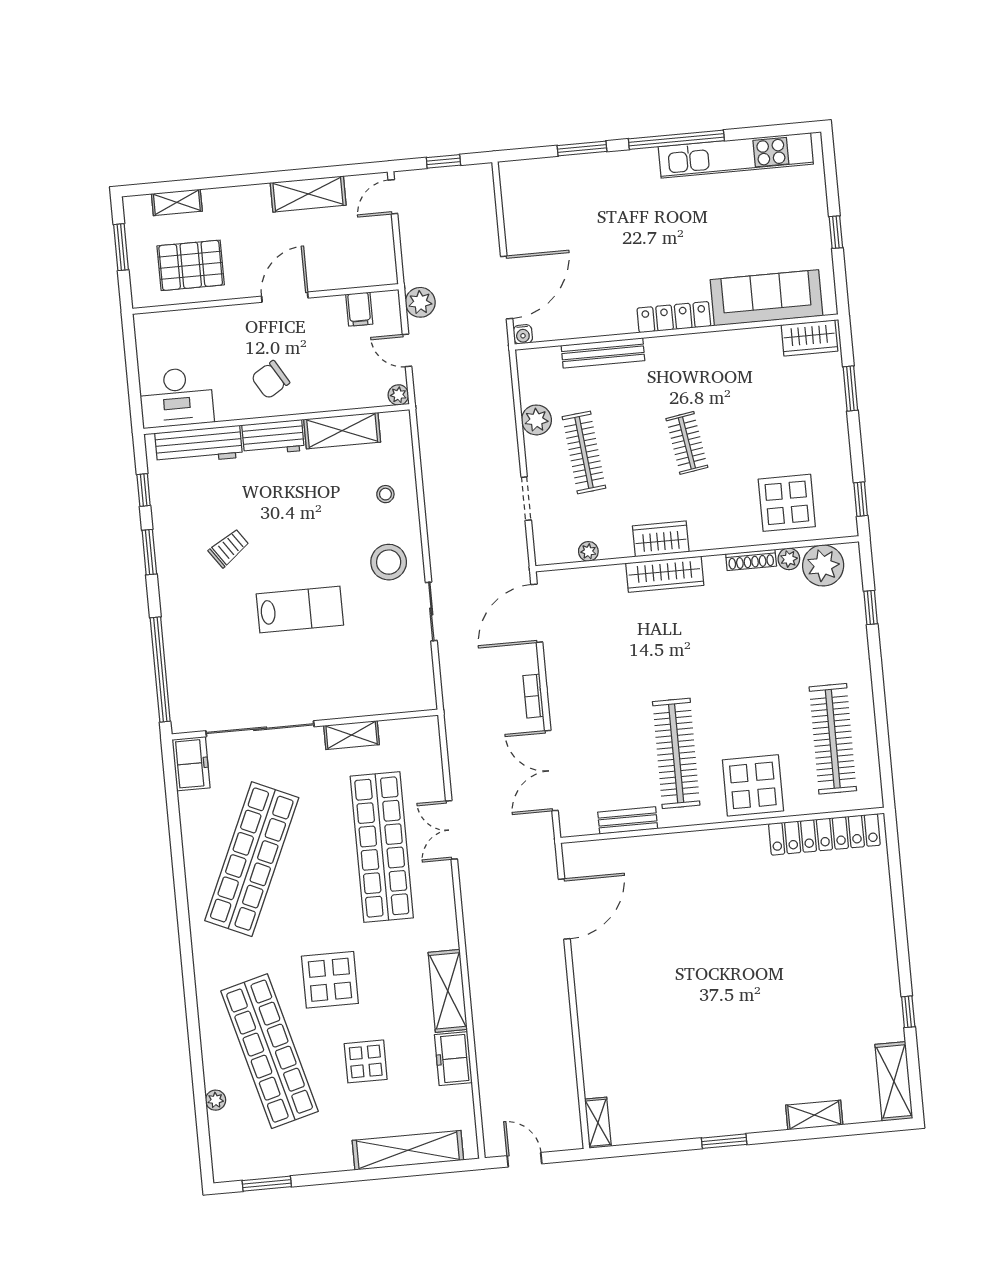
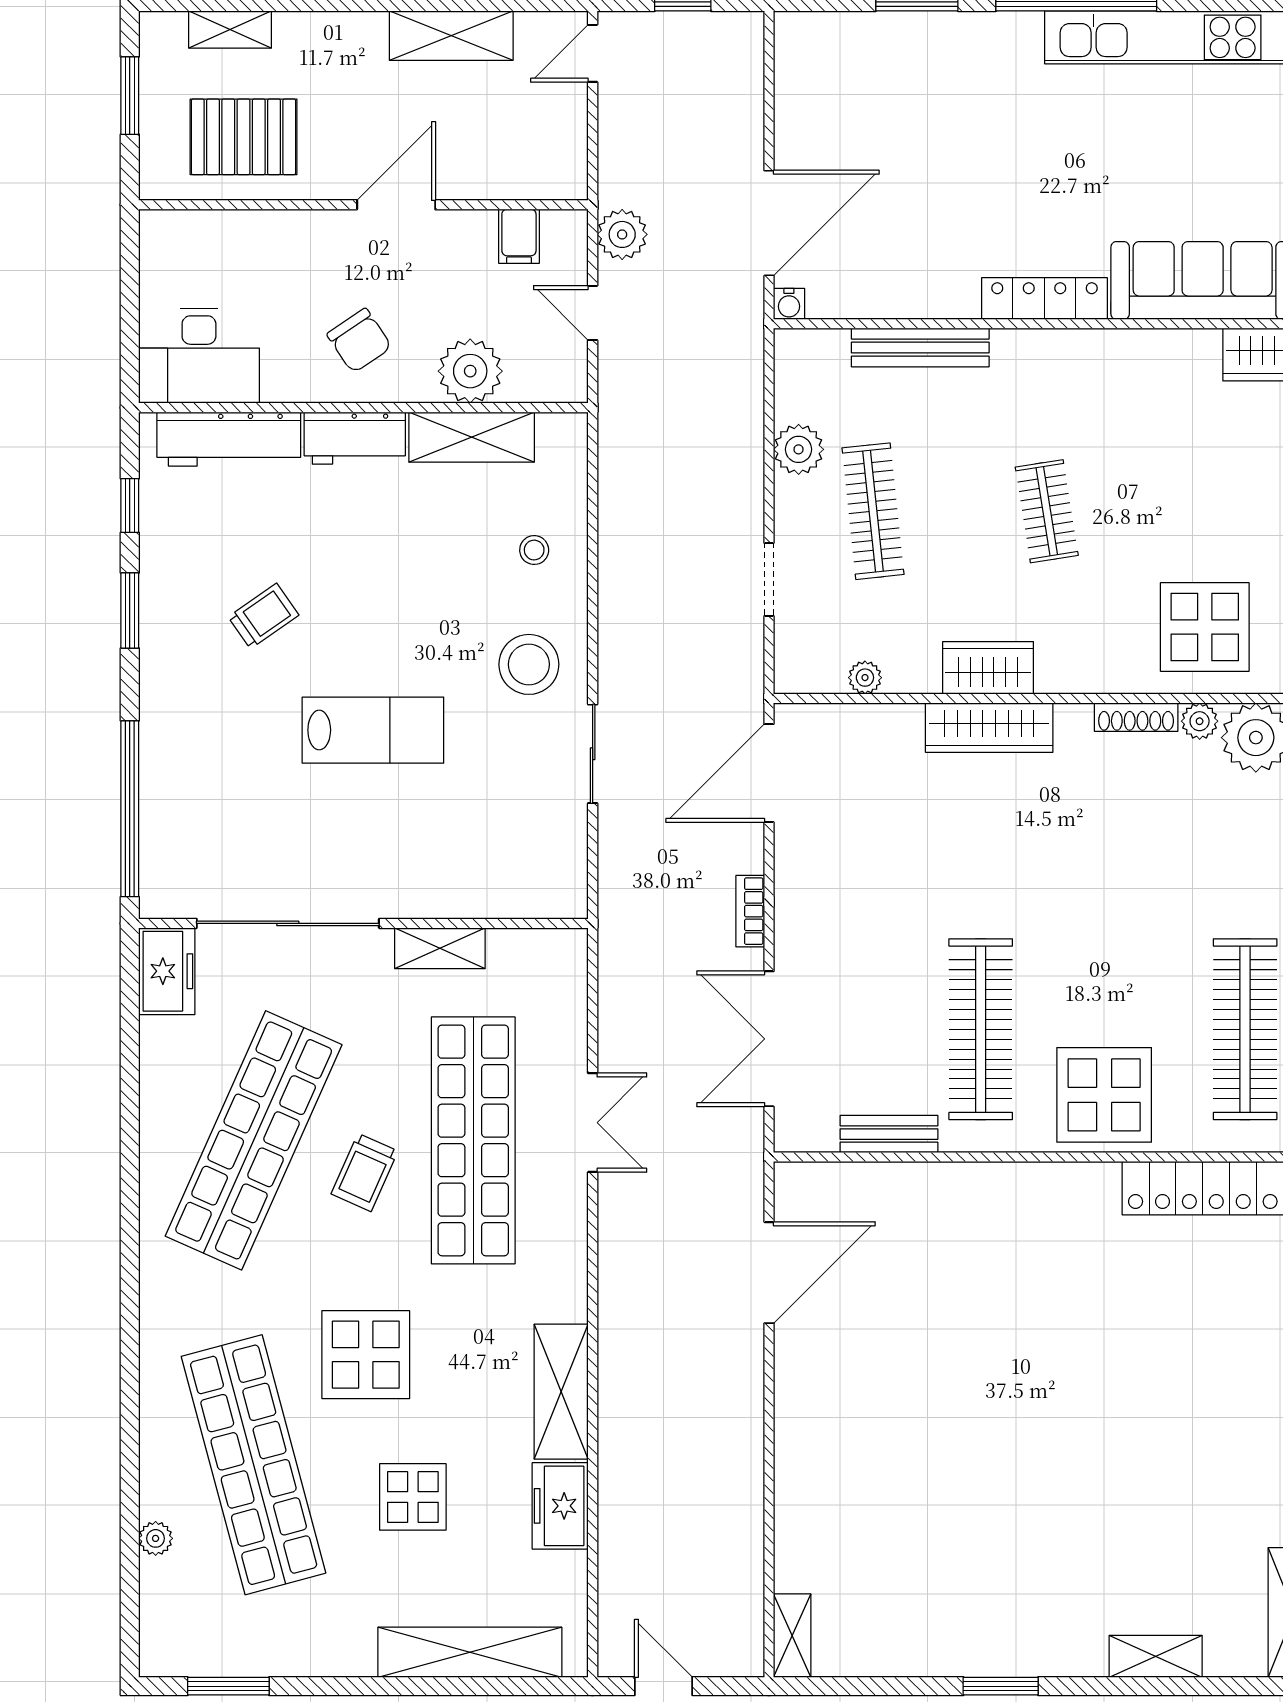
chair: (270, 380) -> (359, 341), turned -93
plant: (398, 395) -> (470, 371), moved, width x1.88, depth x1.88
double door: (452, 830) -> (593, 1123), swing flipped
trolley: (319, 872) -> (364, 1172), added

